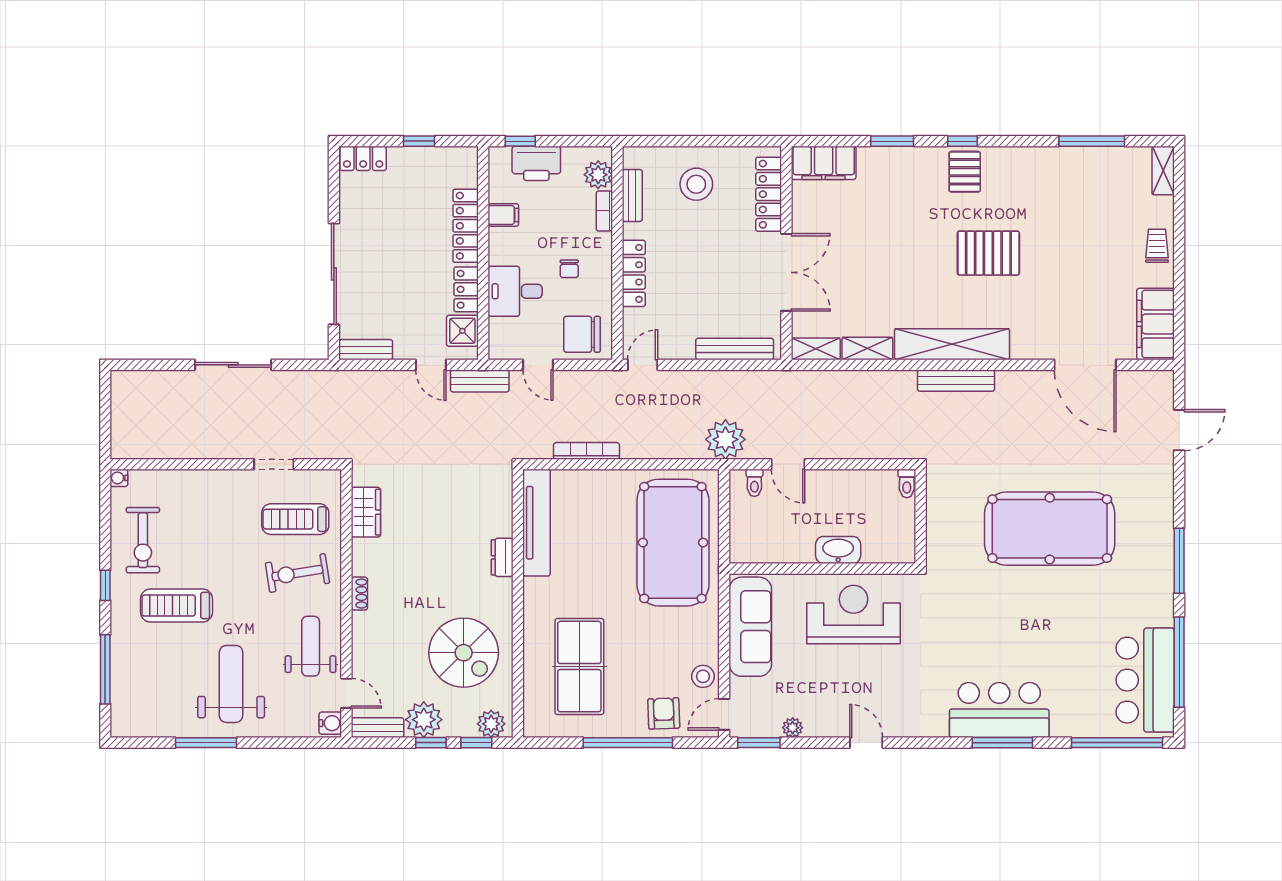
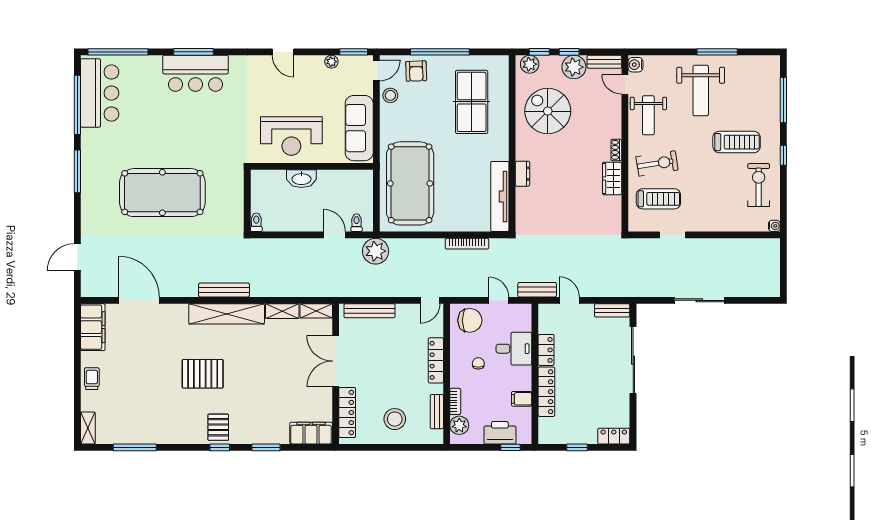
trolley: (1157, 246) -> (92, 379), turned 180
shower: (462, 331) -> (549, 323), removed
wardrobe: (366, 512) -> (612, 178), moved

